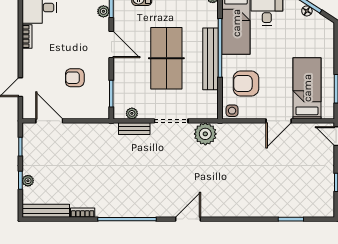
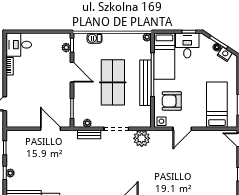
nightstand: (318, 20) -> (225, 54), added
armchair: (75, 78) -> (45, 97), removed
door: (49, 121) -> (50, 129), moved
door: (279, 121) -> (182, 129), moved

